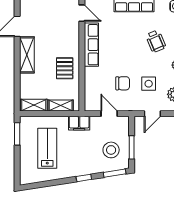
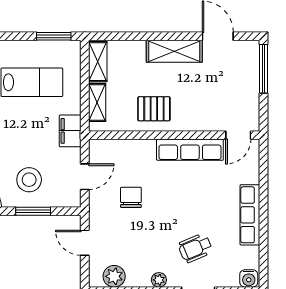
chair: (123, 83) -> (131, 197), turned 180
side table: (149, 84) -> (130, 237), removed

